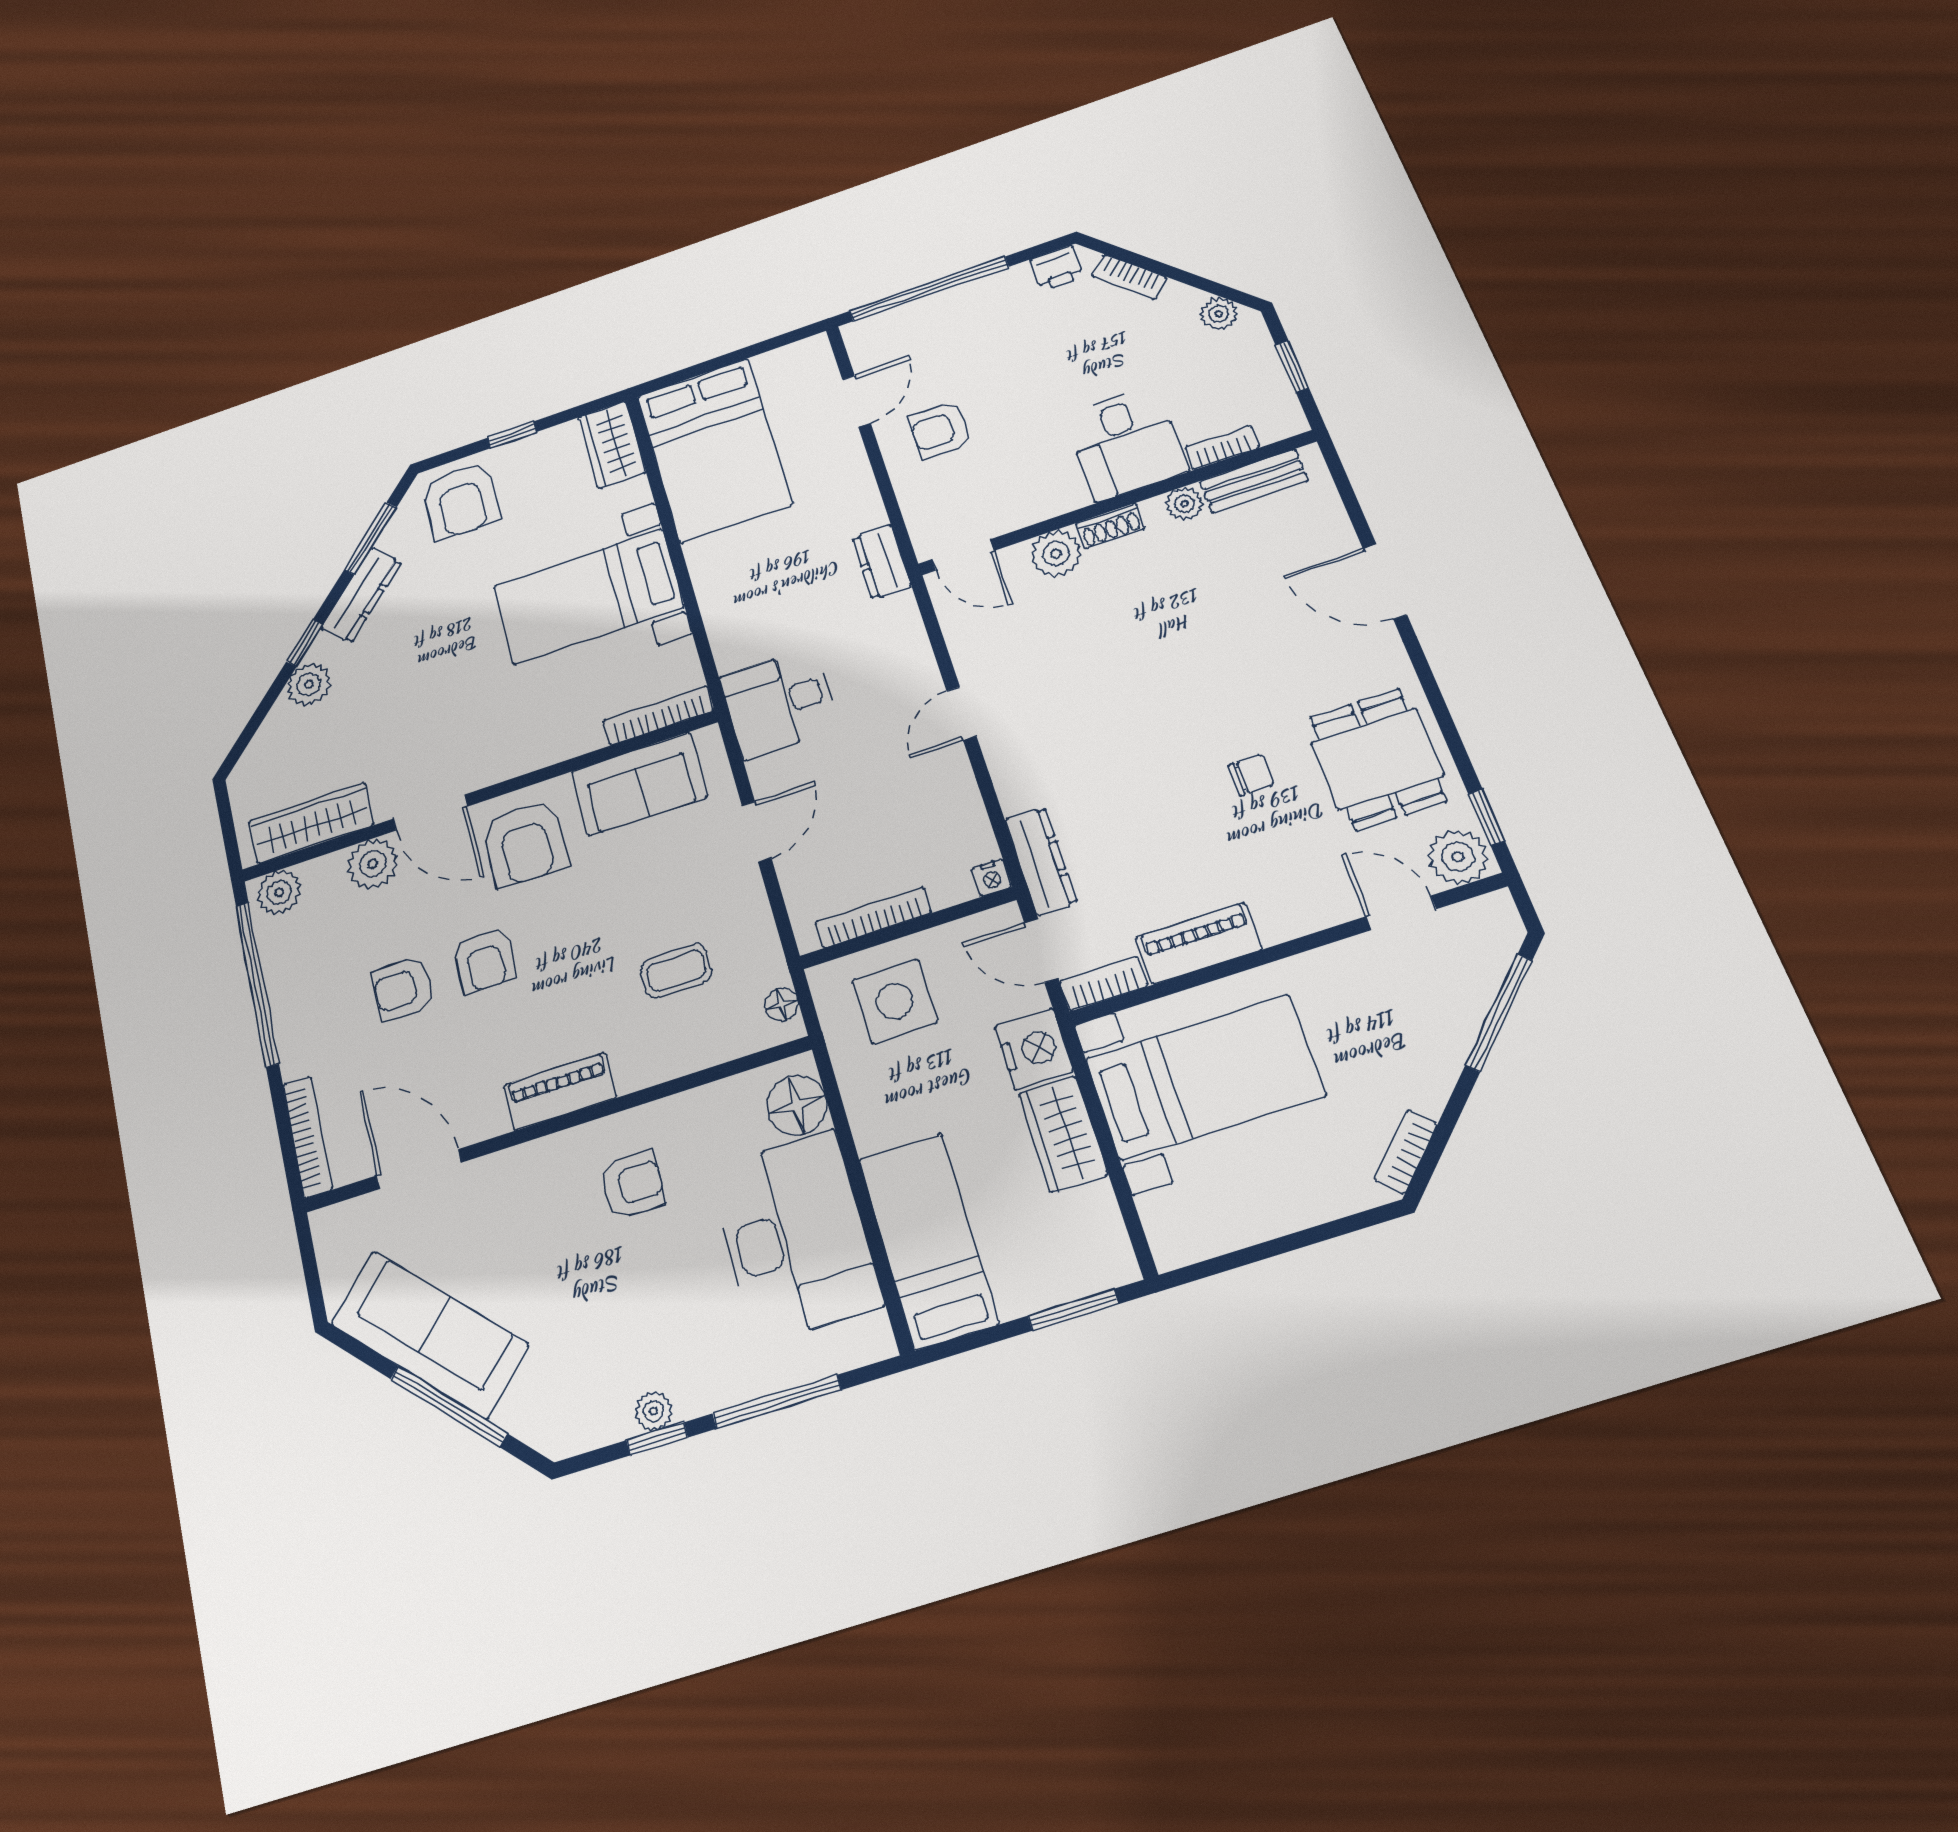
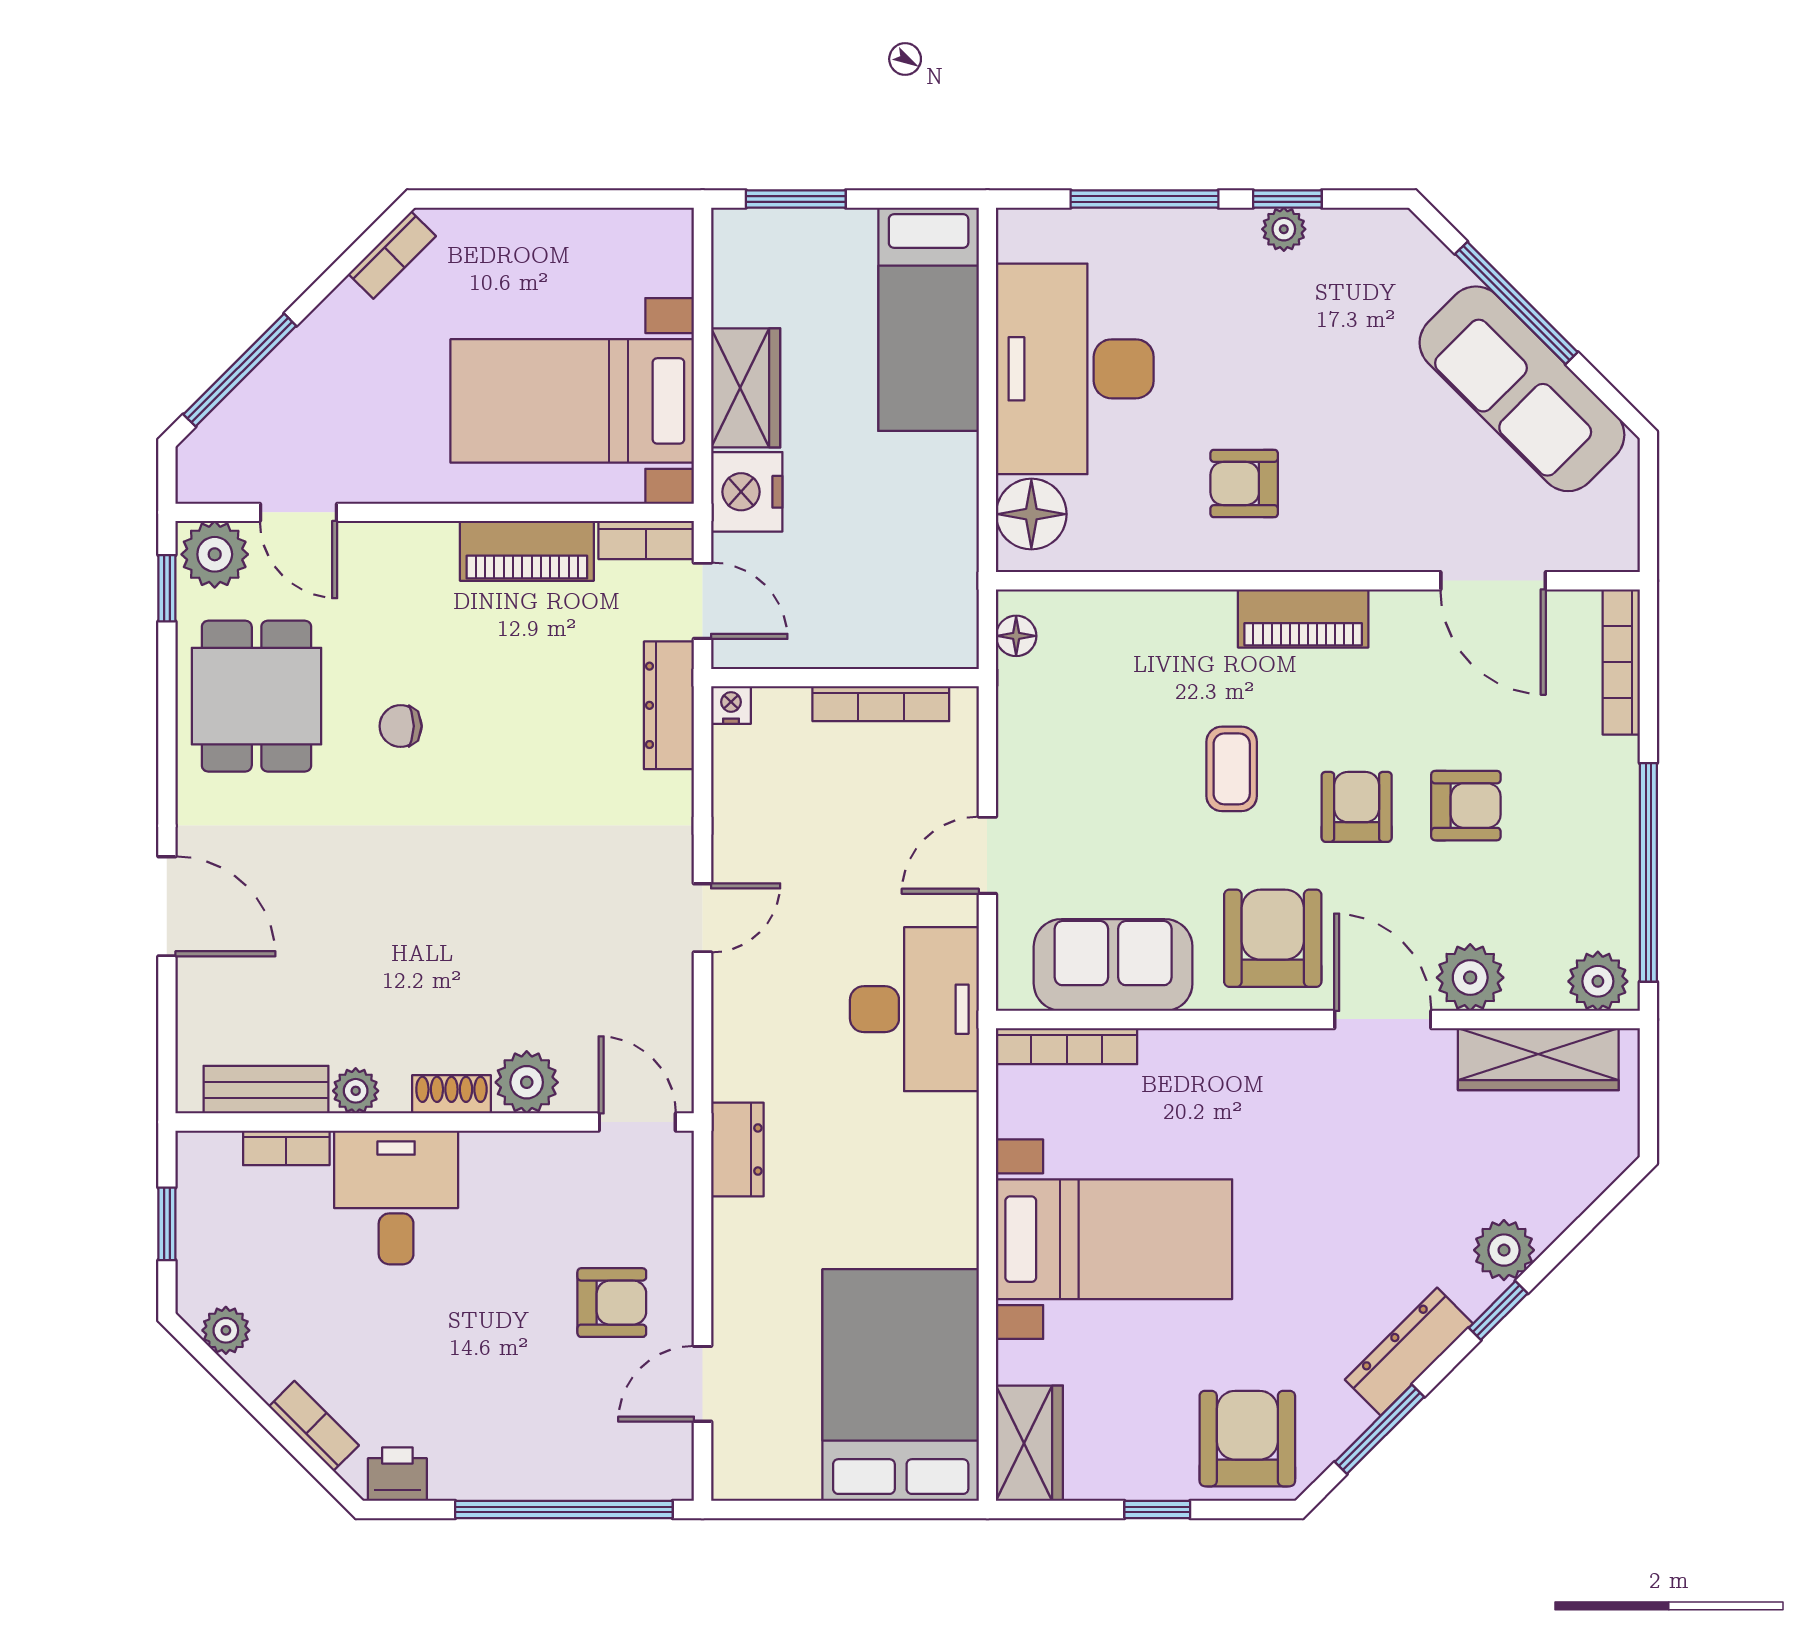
desk: (779, 703) -> (914, 1009), width x1.37
coffee table: (676, 971) -> (1232, 769), moved, turned 90
side table: (895, 1001) -> (886, 597), removed

